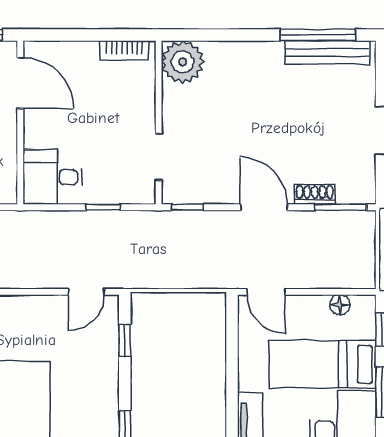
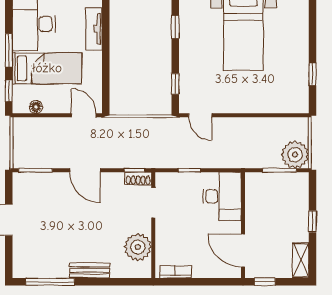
bench: (327, 52) -> (90, 270), moved, width x0.73
plant: (183, 62) -> (138, 247), moved
desk: (53, 177) -> (222, 196), width x1.37
shoe rack: (315, 194) -> (138, 178), moved
door: (86, 292) -> (200, 115), swing flipped

